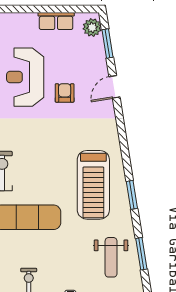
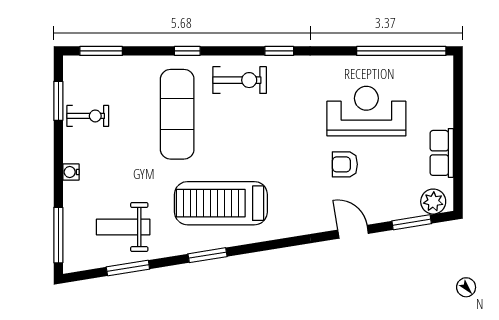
armchair: (65, 93) -> (345, 164), turned 180

